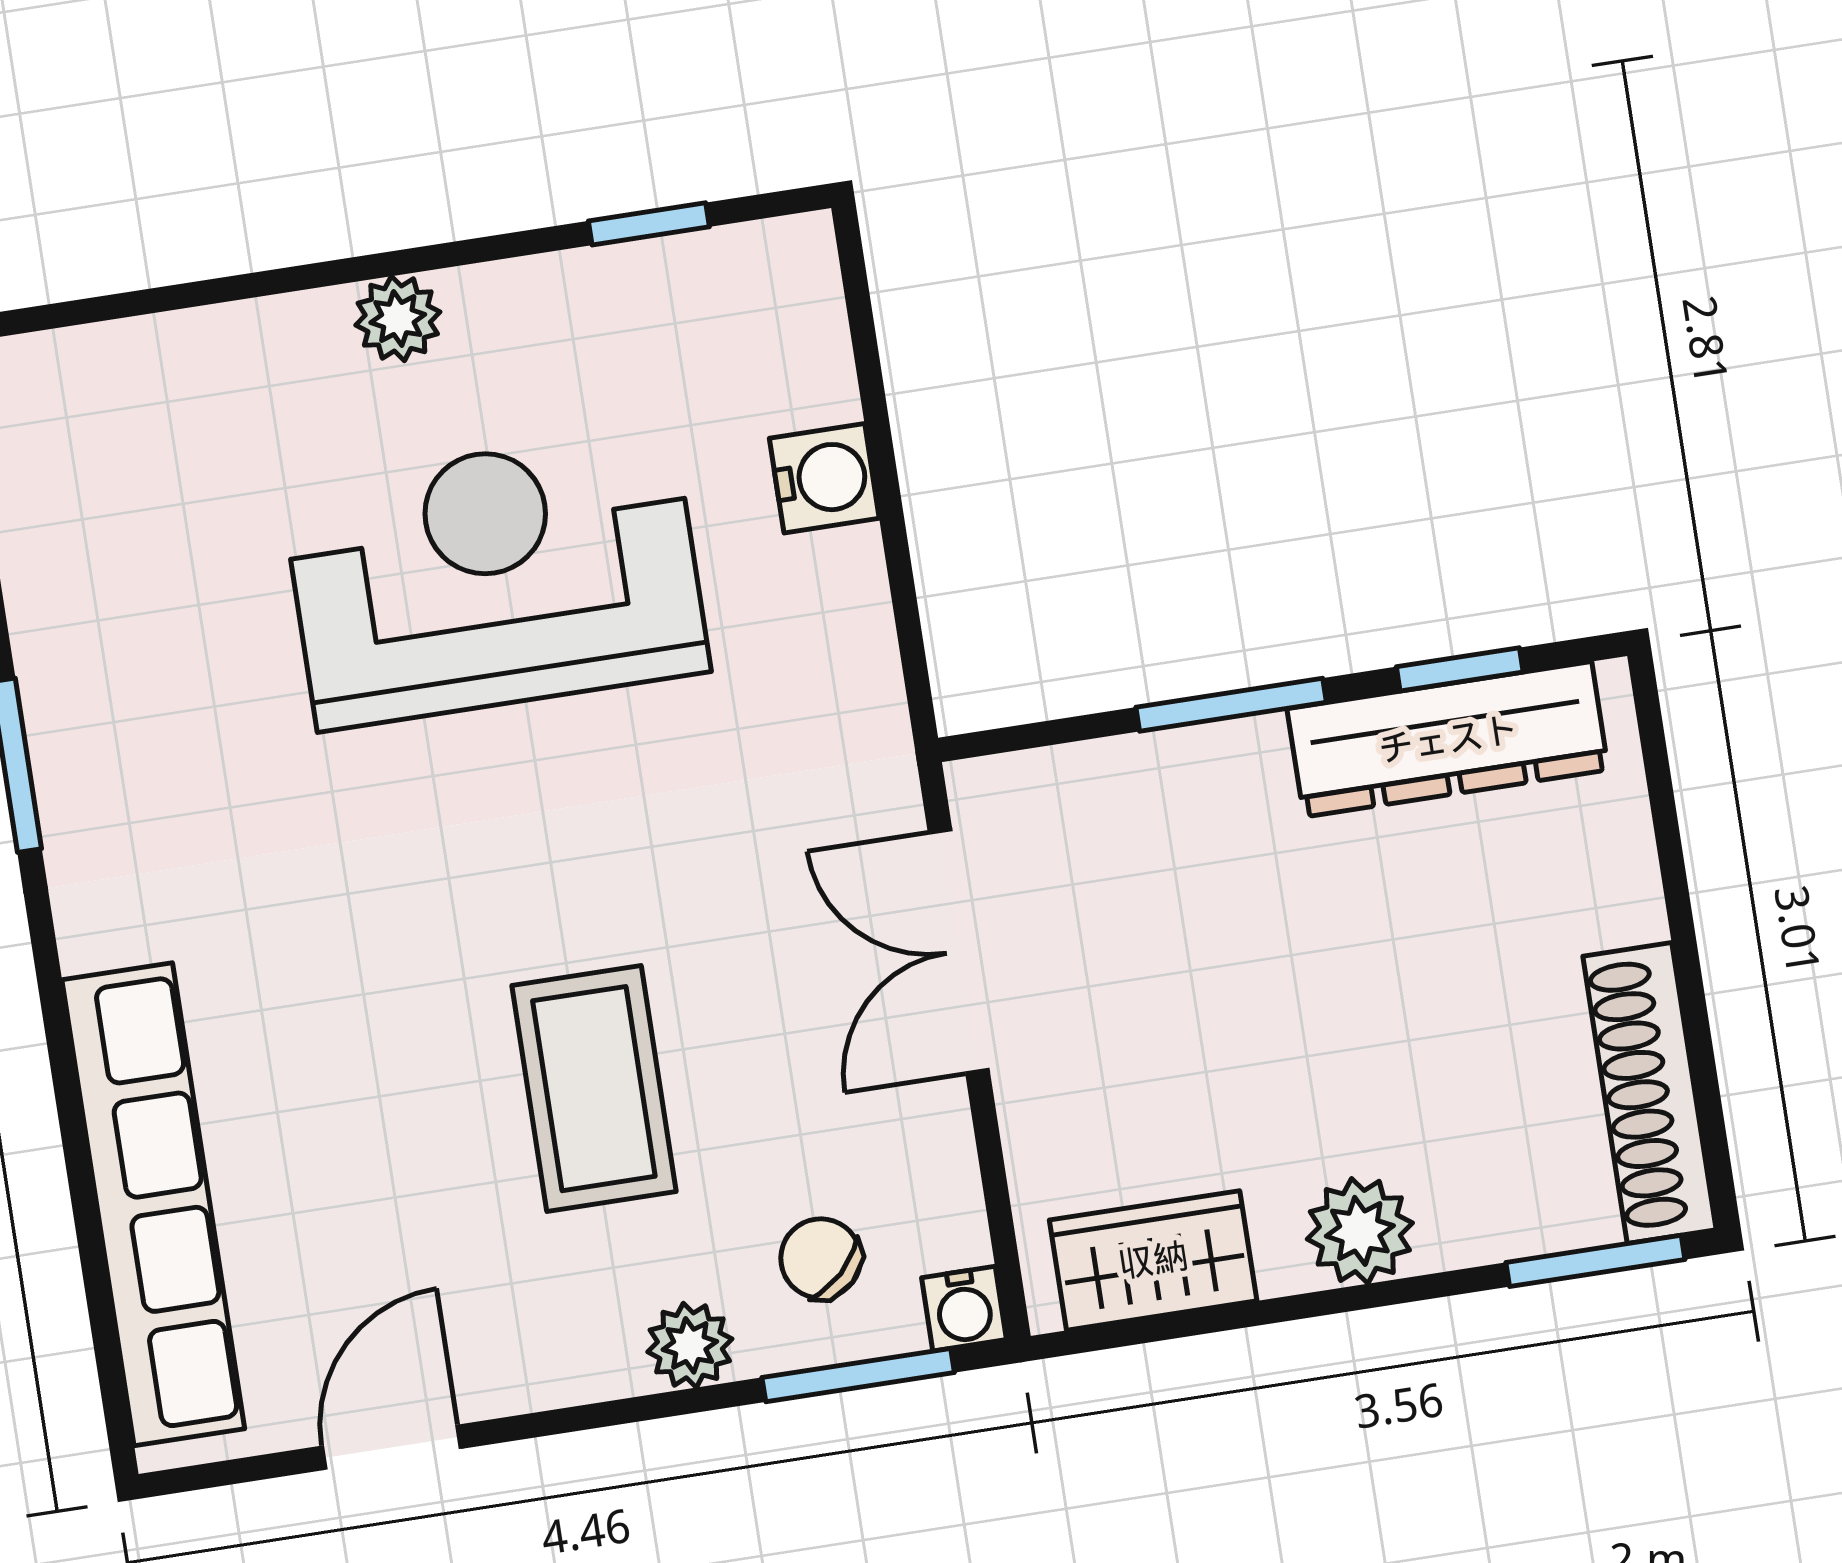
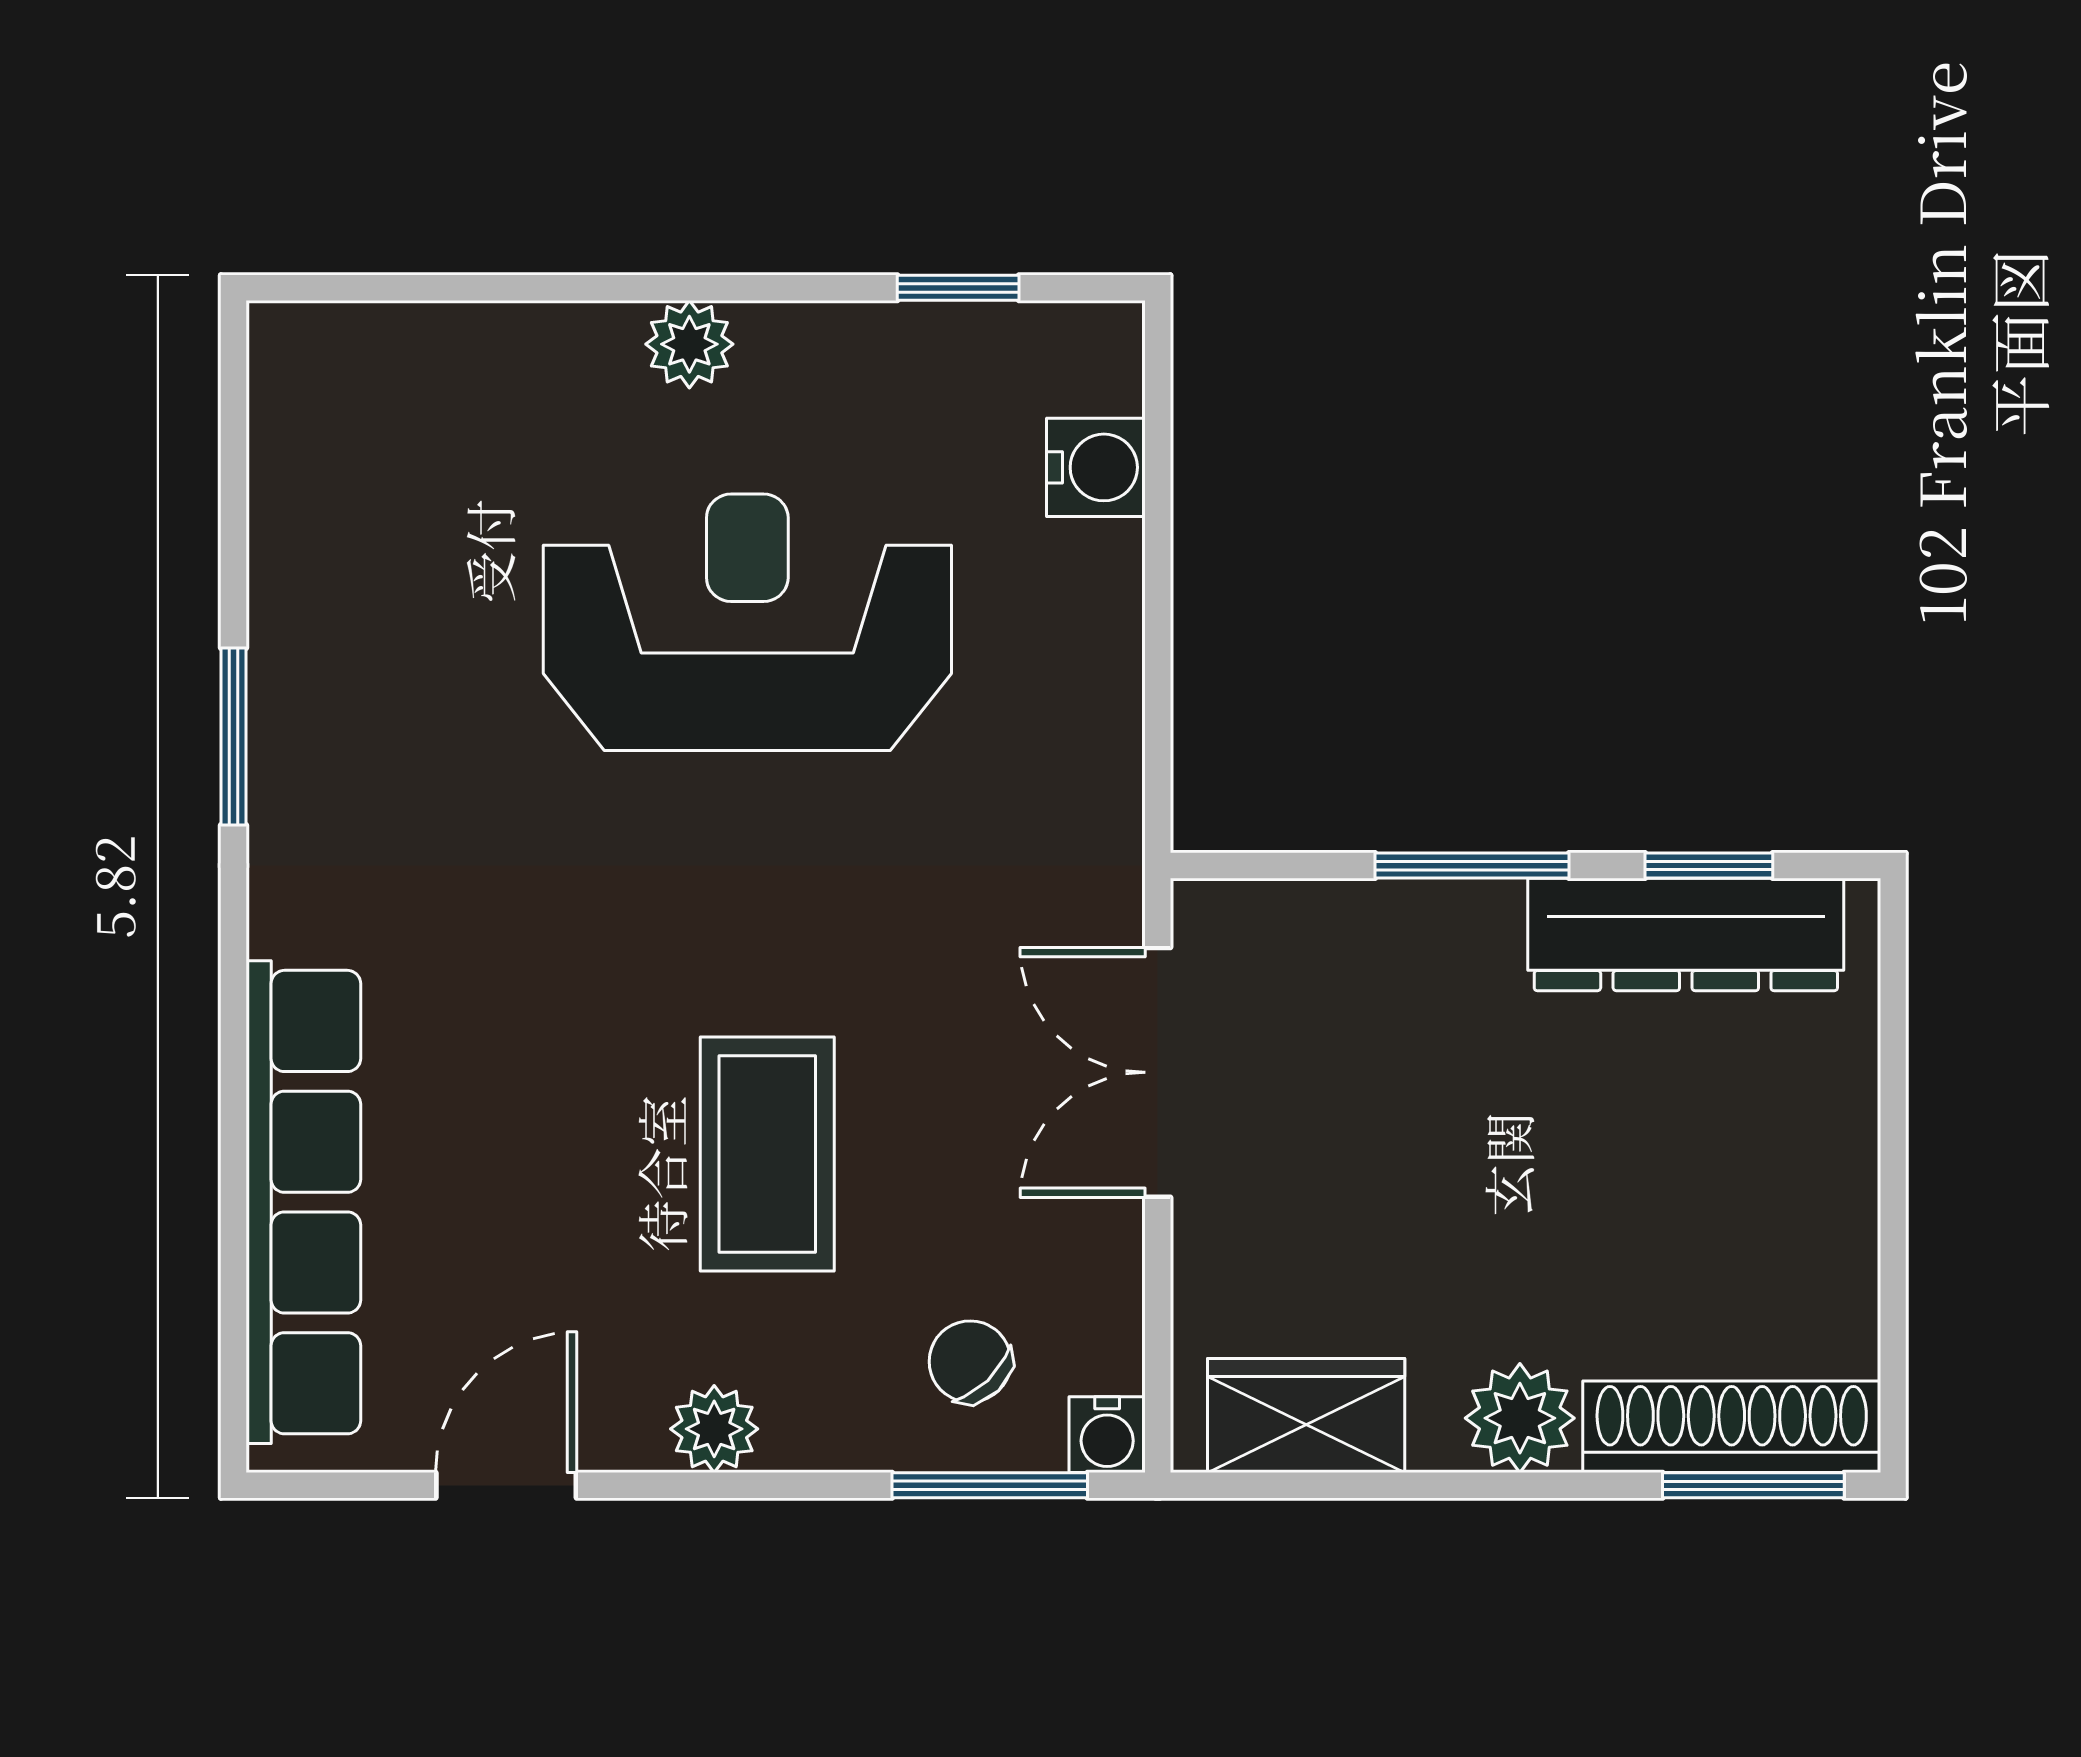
water cooler: (824, 478) -> (1096, 467), moved
shoe rack: (1650, 1093) -> (1732, 1427), moved, turned 90
plant: (690, 1345) -> (714, 1429), moved

